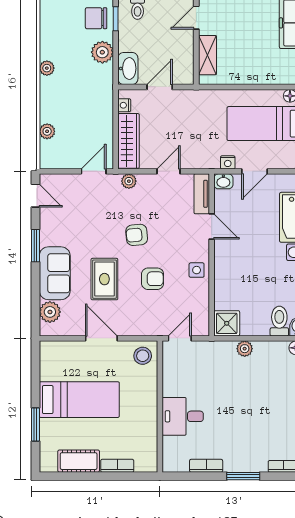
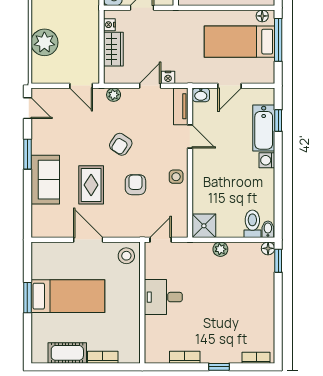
plant: (47, 131) -> (44, 42), width x1.88, depth x1.88
wardrobe: (129, 141) -> (113, 49), width x0.67
nightstand: (228, 162) -> (168, 77), moved
door: (94, 171) -> (81, 86), swing flipped
armchair: (137, 235) -> (121, 144), turned -52
armchair: (153, 279) -> (135, 185), turned -90
plant: (50, 312) -> (41, 215), removed
desk: (183, 416) -> (163, 297), moved
window: (35, 424) -> (27, 298), moved
window: (243, 476) -> (219, 367), width x0.67

